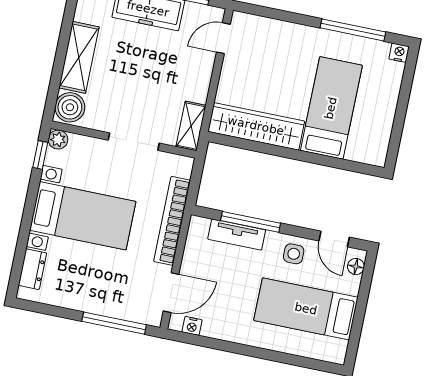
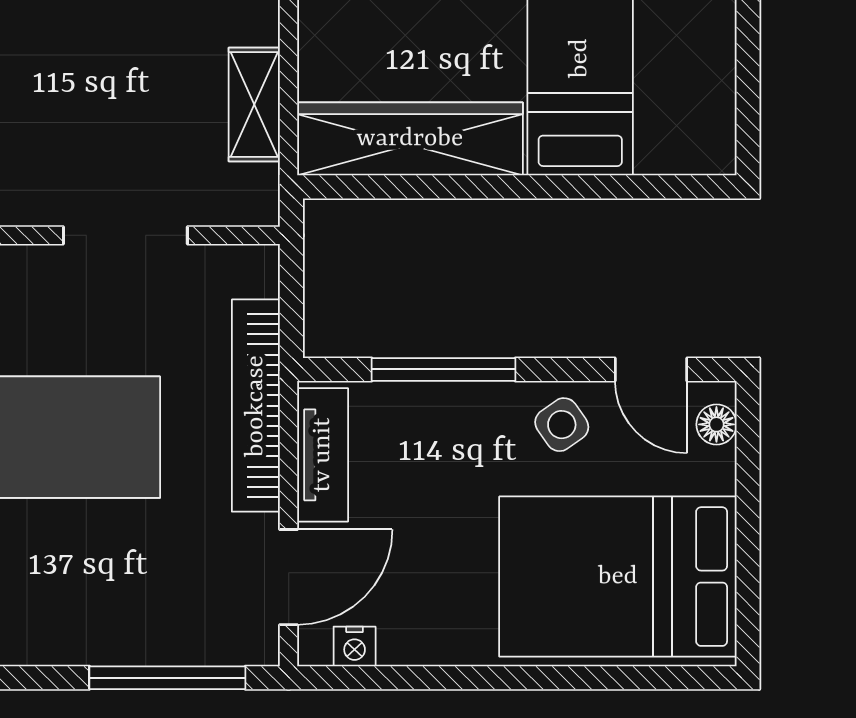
shelving: (191, 126) -> (254, 104), moved
tv unit: (237, 235) -> (323, 455), moved, turned -90
side table: (294, 254) -> (562, 425), turned -35
bed: (306, 309) -> (618, 577), width x1.50

